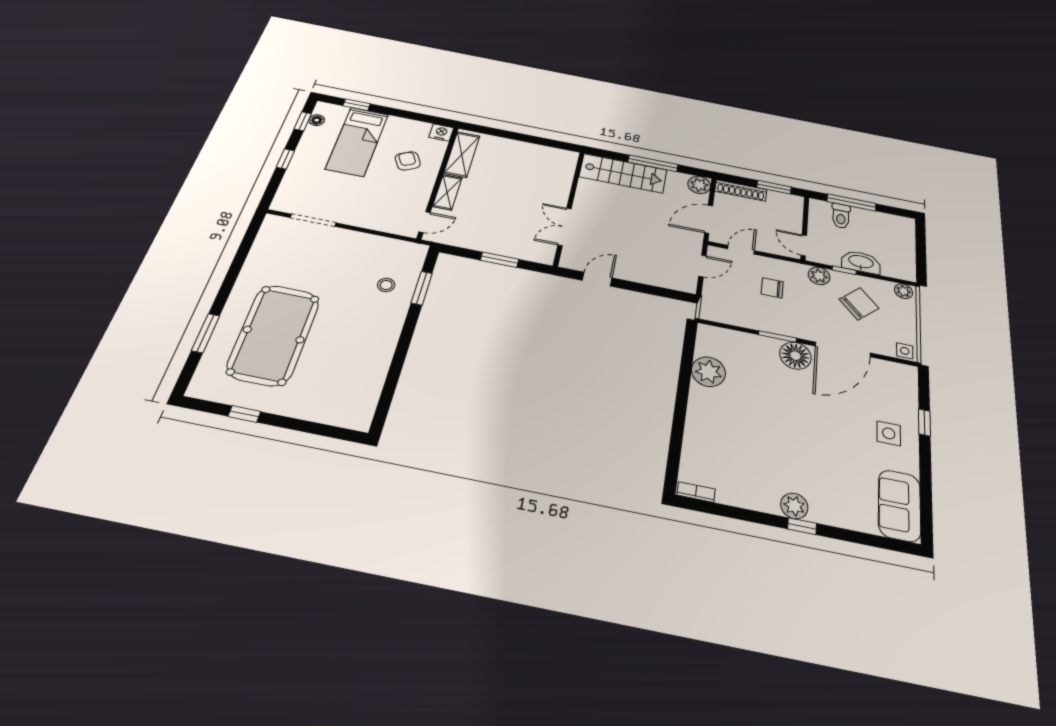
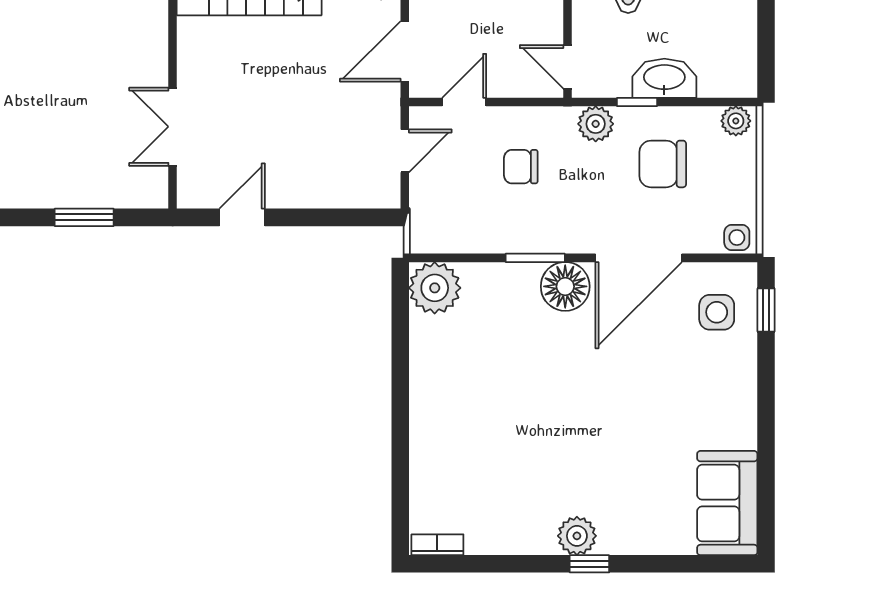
chair: (859, 304) -> (663, 164), turned -137
plant: (708, 372) -> (435, 288), moved
window: (924, 422) -> (766, 310), moved
side table: (889, 433) -> (717, 312), moved

